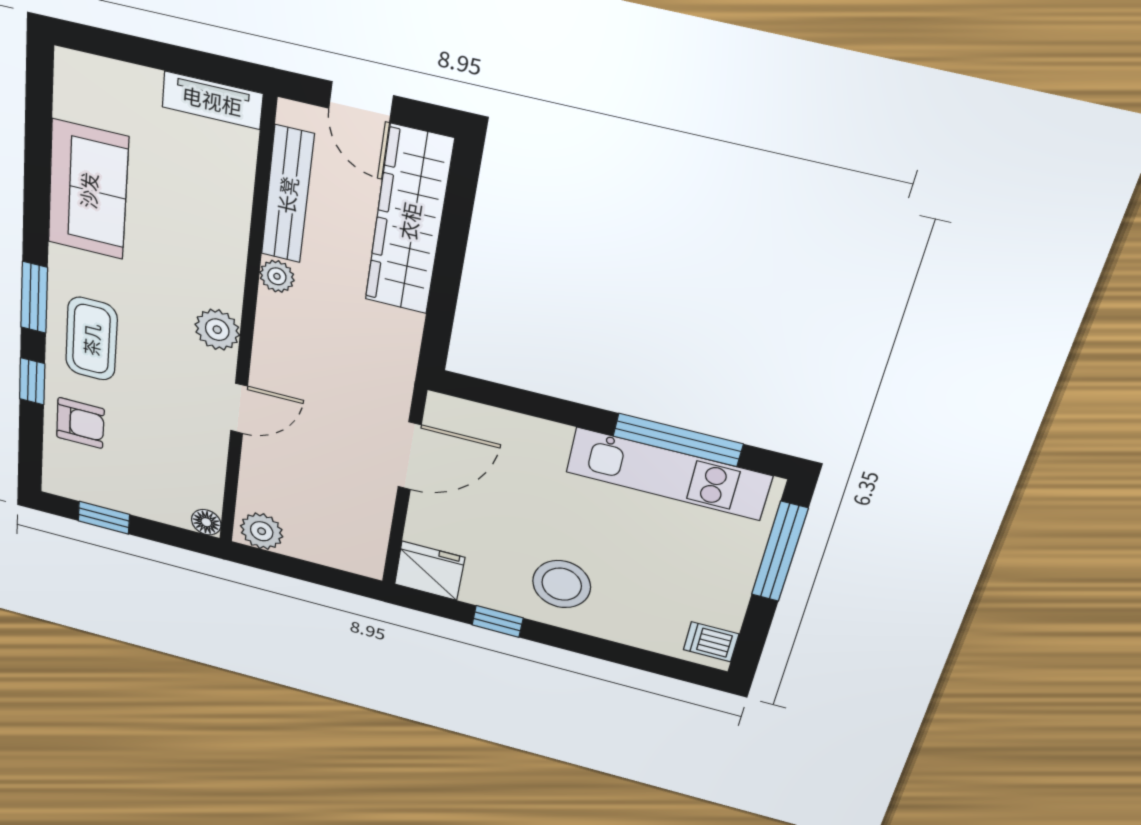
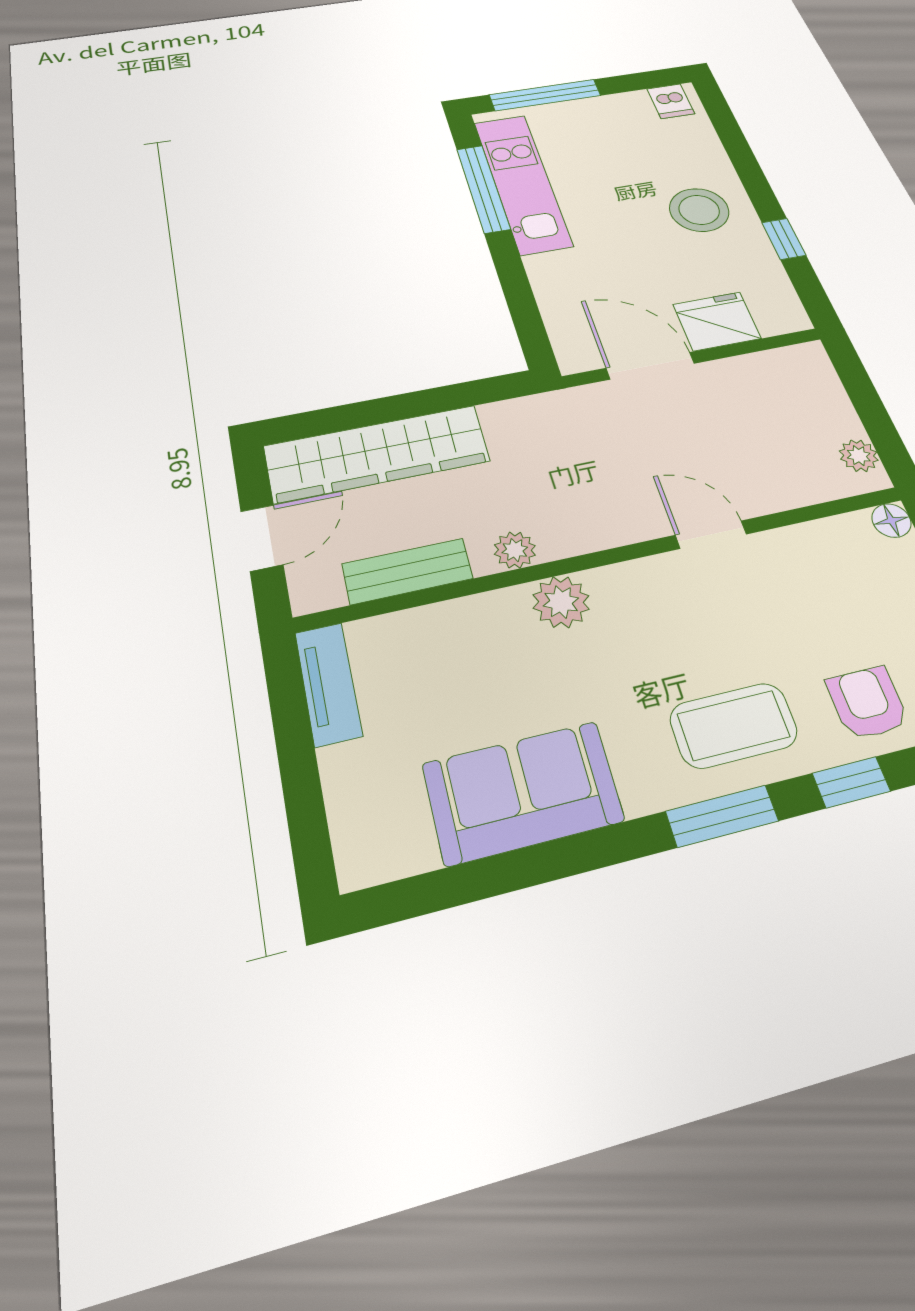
bench: (287, 195) -> (407, 571), width x0.73
plant: (217, 330) -> (561, 602), moved
plant: (262, 531) -> (859, 456), width x0.73, depth x0.73
fridge: (429, 571) -> (717, 321), moved, turned 90

